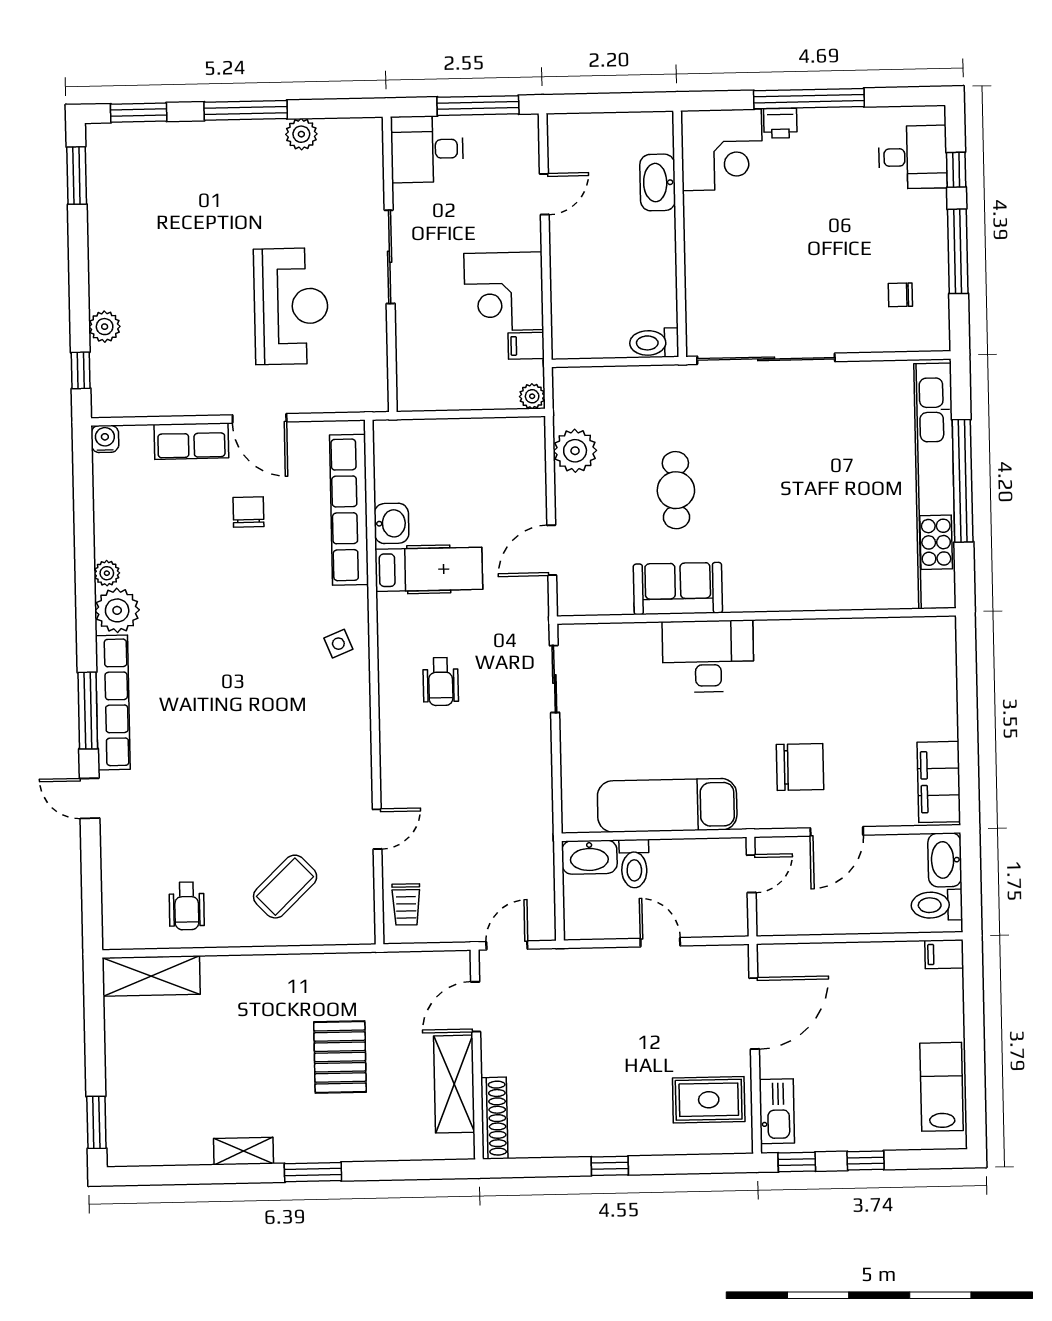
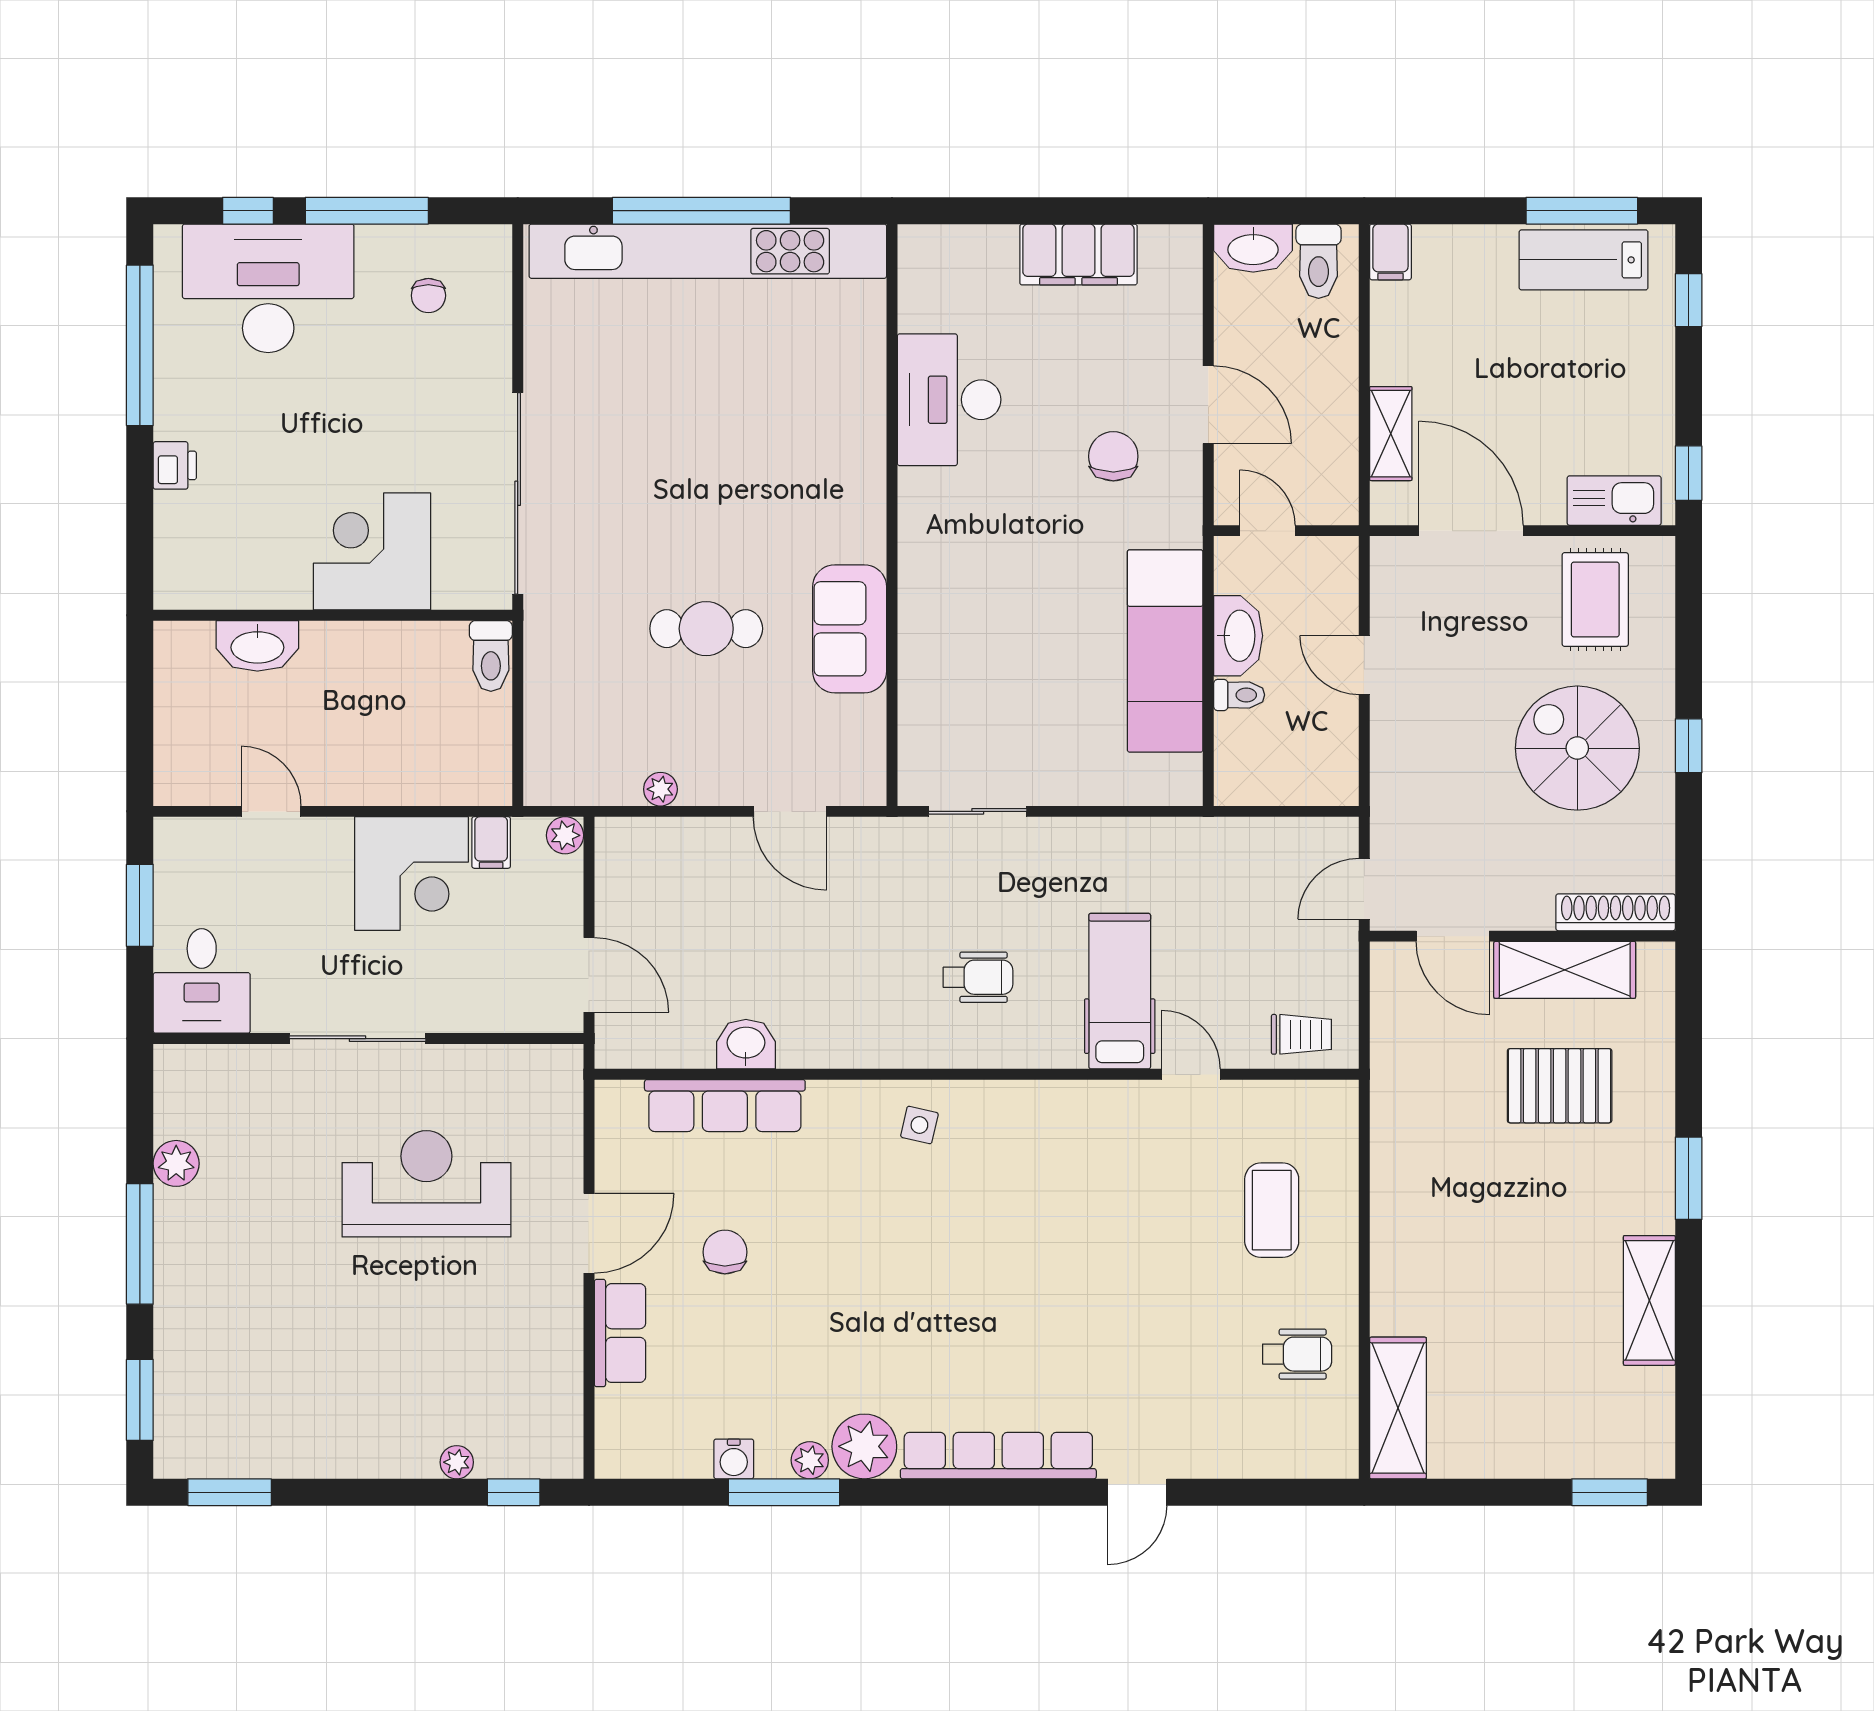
window: (809, 99) -> (140, 345), moved
window: (478, 106) -> (140, 905), width x0.69
corner desk: (722, 150) -> (372, 551), moved, turned -90
desk: (913, 157) -> (268, 288), width x1.87, depth x1.30
plant: (105, 327) -> (457, 1462), width x0.73, depth x0.73
door: (437, 415) -> (589, 975), added
water cooler: (105, 439) -> (734, 1459), moved, turned -90
plant: (575, 451) -> (660, 789), width x0.53, depth x0.53
row of seats: (349, 510) -> (725, 1106), width x0.73
chair: (248, 512) -> (725, 1252), turned 90
hospital bed: (429, 569) -> (1120, 991), moved
side table: (338, 644) -> (919, 1125), turned 35
desk: (708, 656) -> (949, 400), moved
window: (88, 711) -> (784, 1492), moved
chair: (800, 767) -> (1113, 456), width x0.73, depth x0.73
filing cabinet: (939, 782) -> (1078, 255), moved
washbasin: (589, 857) -> (1238, 636), moved
toilet: (634, 864) -> (1239, 695), width x0.73, depth x0.72
coffee table: (285, 887) -> (1272, 1210), turned 44
door: (660, 942) -> (1364, 665), hinge flipped
door: (507, 945) -> (1364, 889), hinge flipped
shelving: (820, 957) -> (1391, 434), added
pallet: (340, 1057) -> (1560, 1086), moved
window: (975, 1085) -> (1582, 211), added
spiral stairs: (607, 1090) -> (1577, 748), added
shelving: (244, 1151) -> (1649, 1300), width x1.50, depth x1.33
window: (866, 1161) -> (1689, 300), moved

